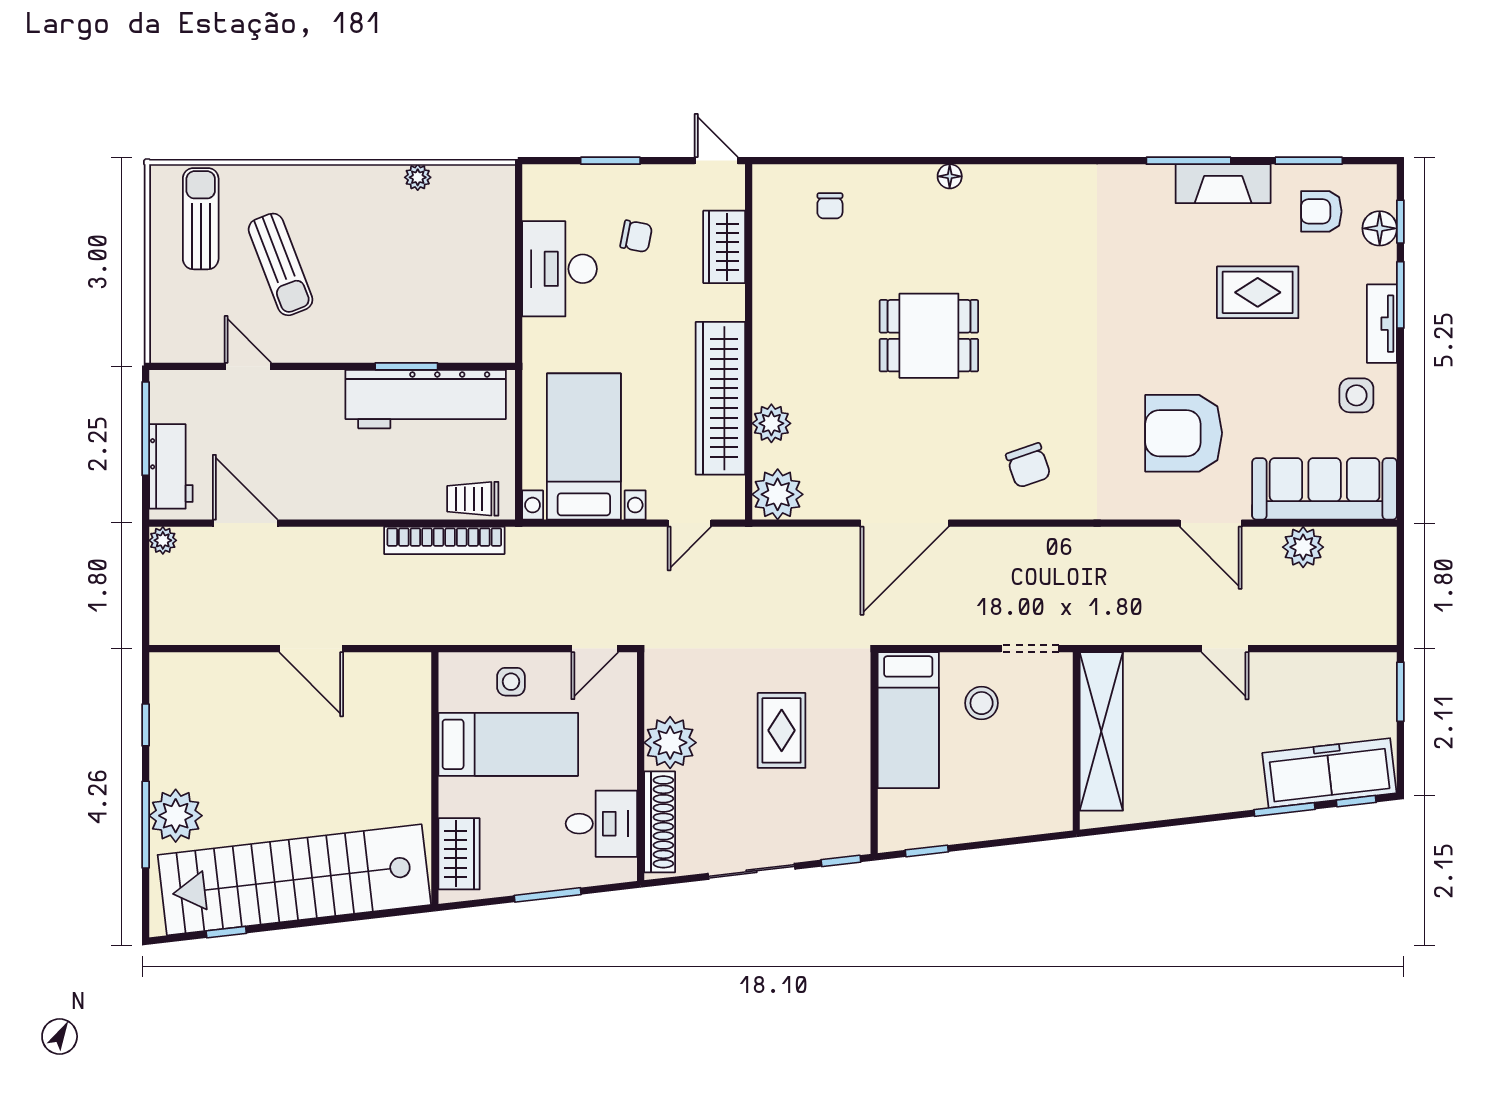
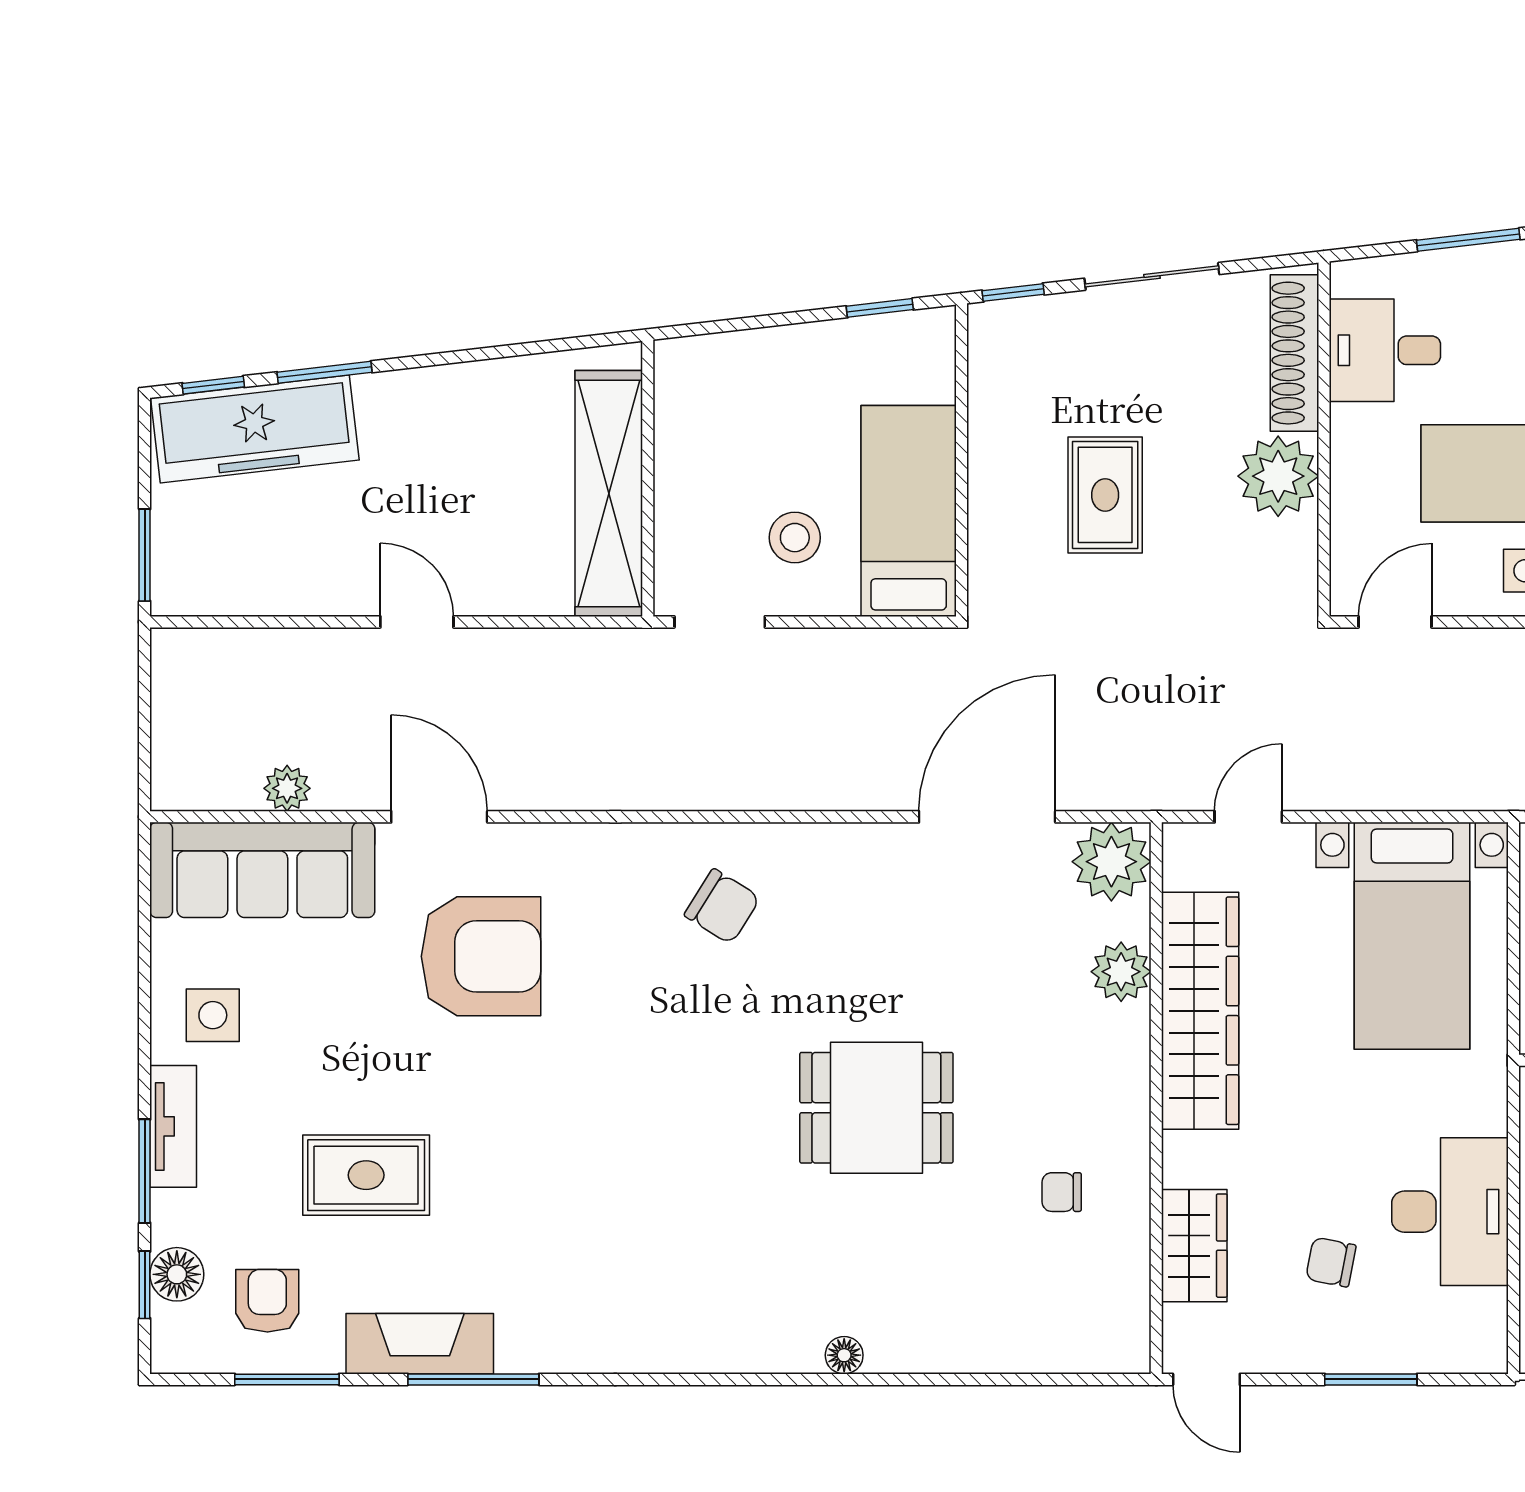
chair: (830, 206) -> (1062, 1192), moved, turned -90
armchair: (1321, 211) -> (267, 1301), turned -90
chair: (1028, 465) -> (722, 906), turned 141
door: (905, 523) -> (987, 817), moved
plant: (1303, 547) -> (287, 788), width x0.73, depth x0.73

